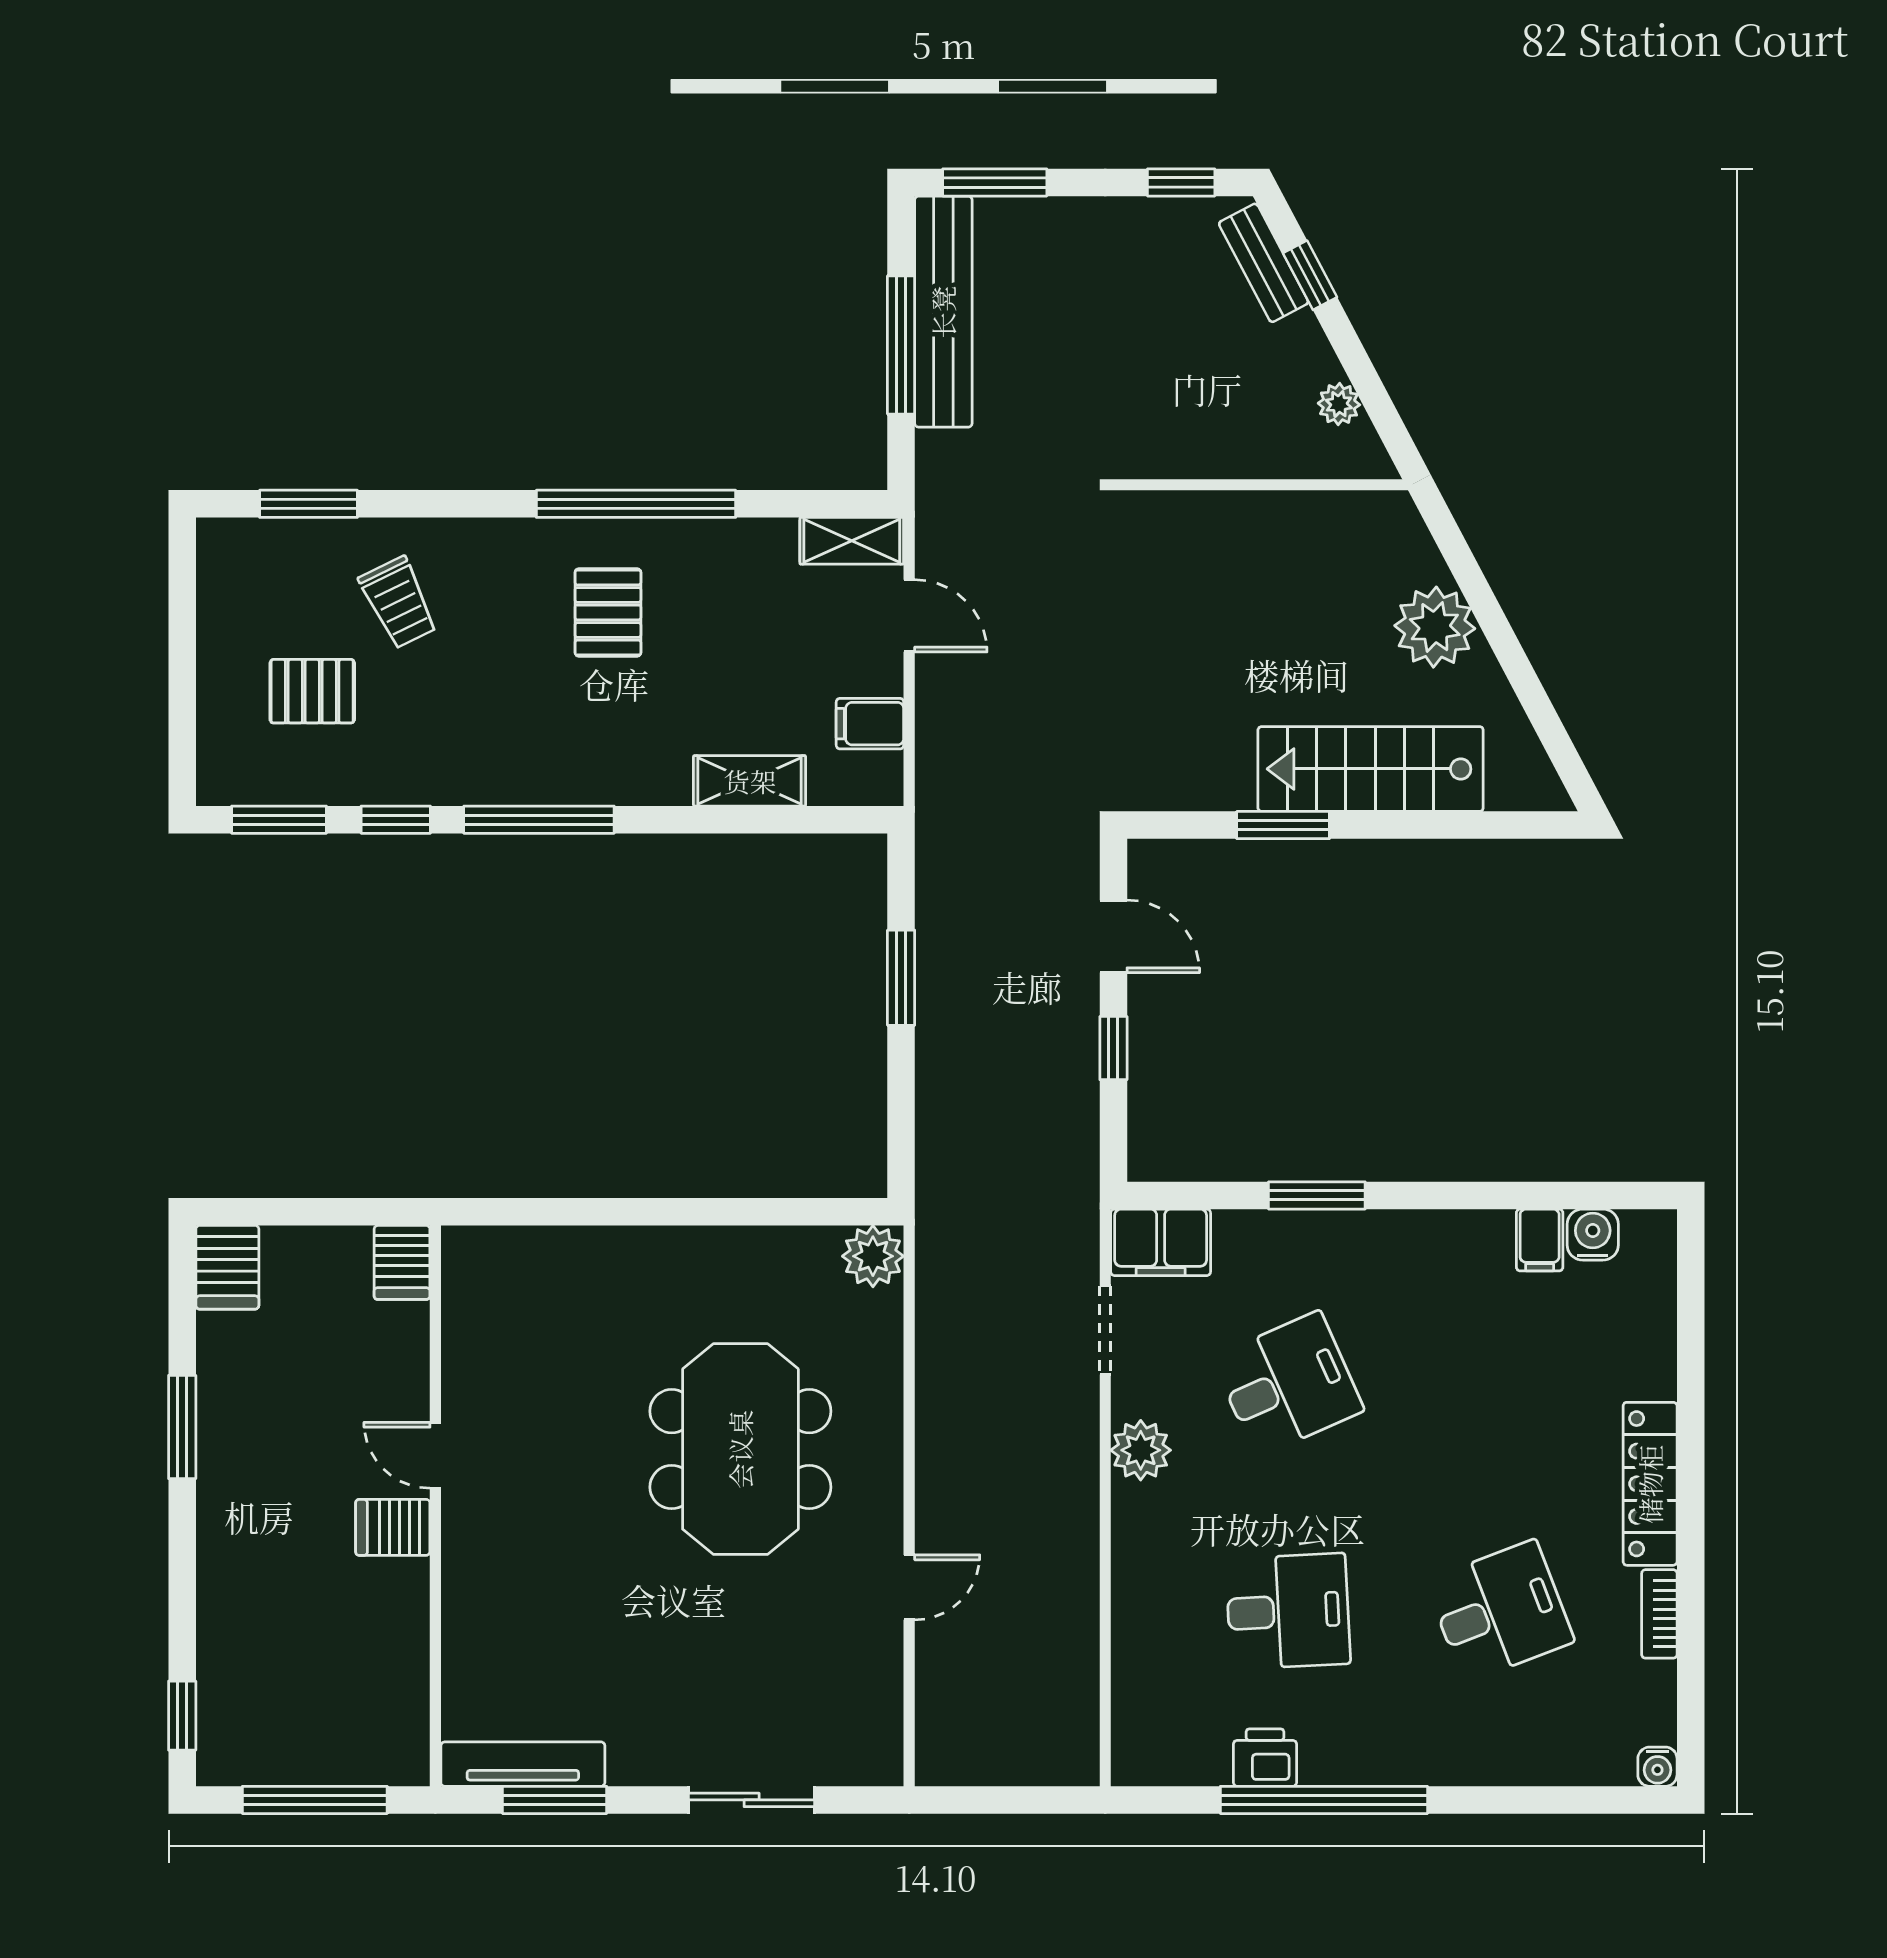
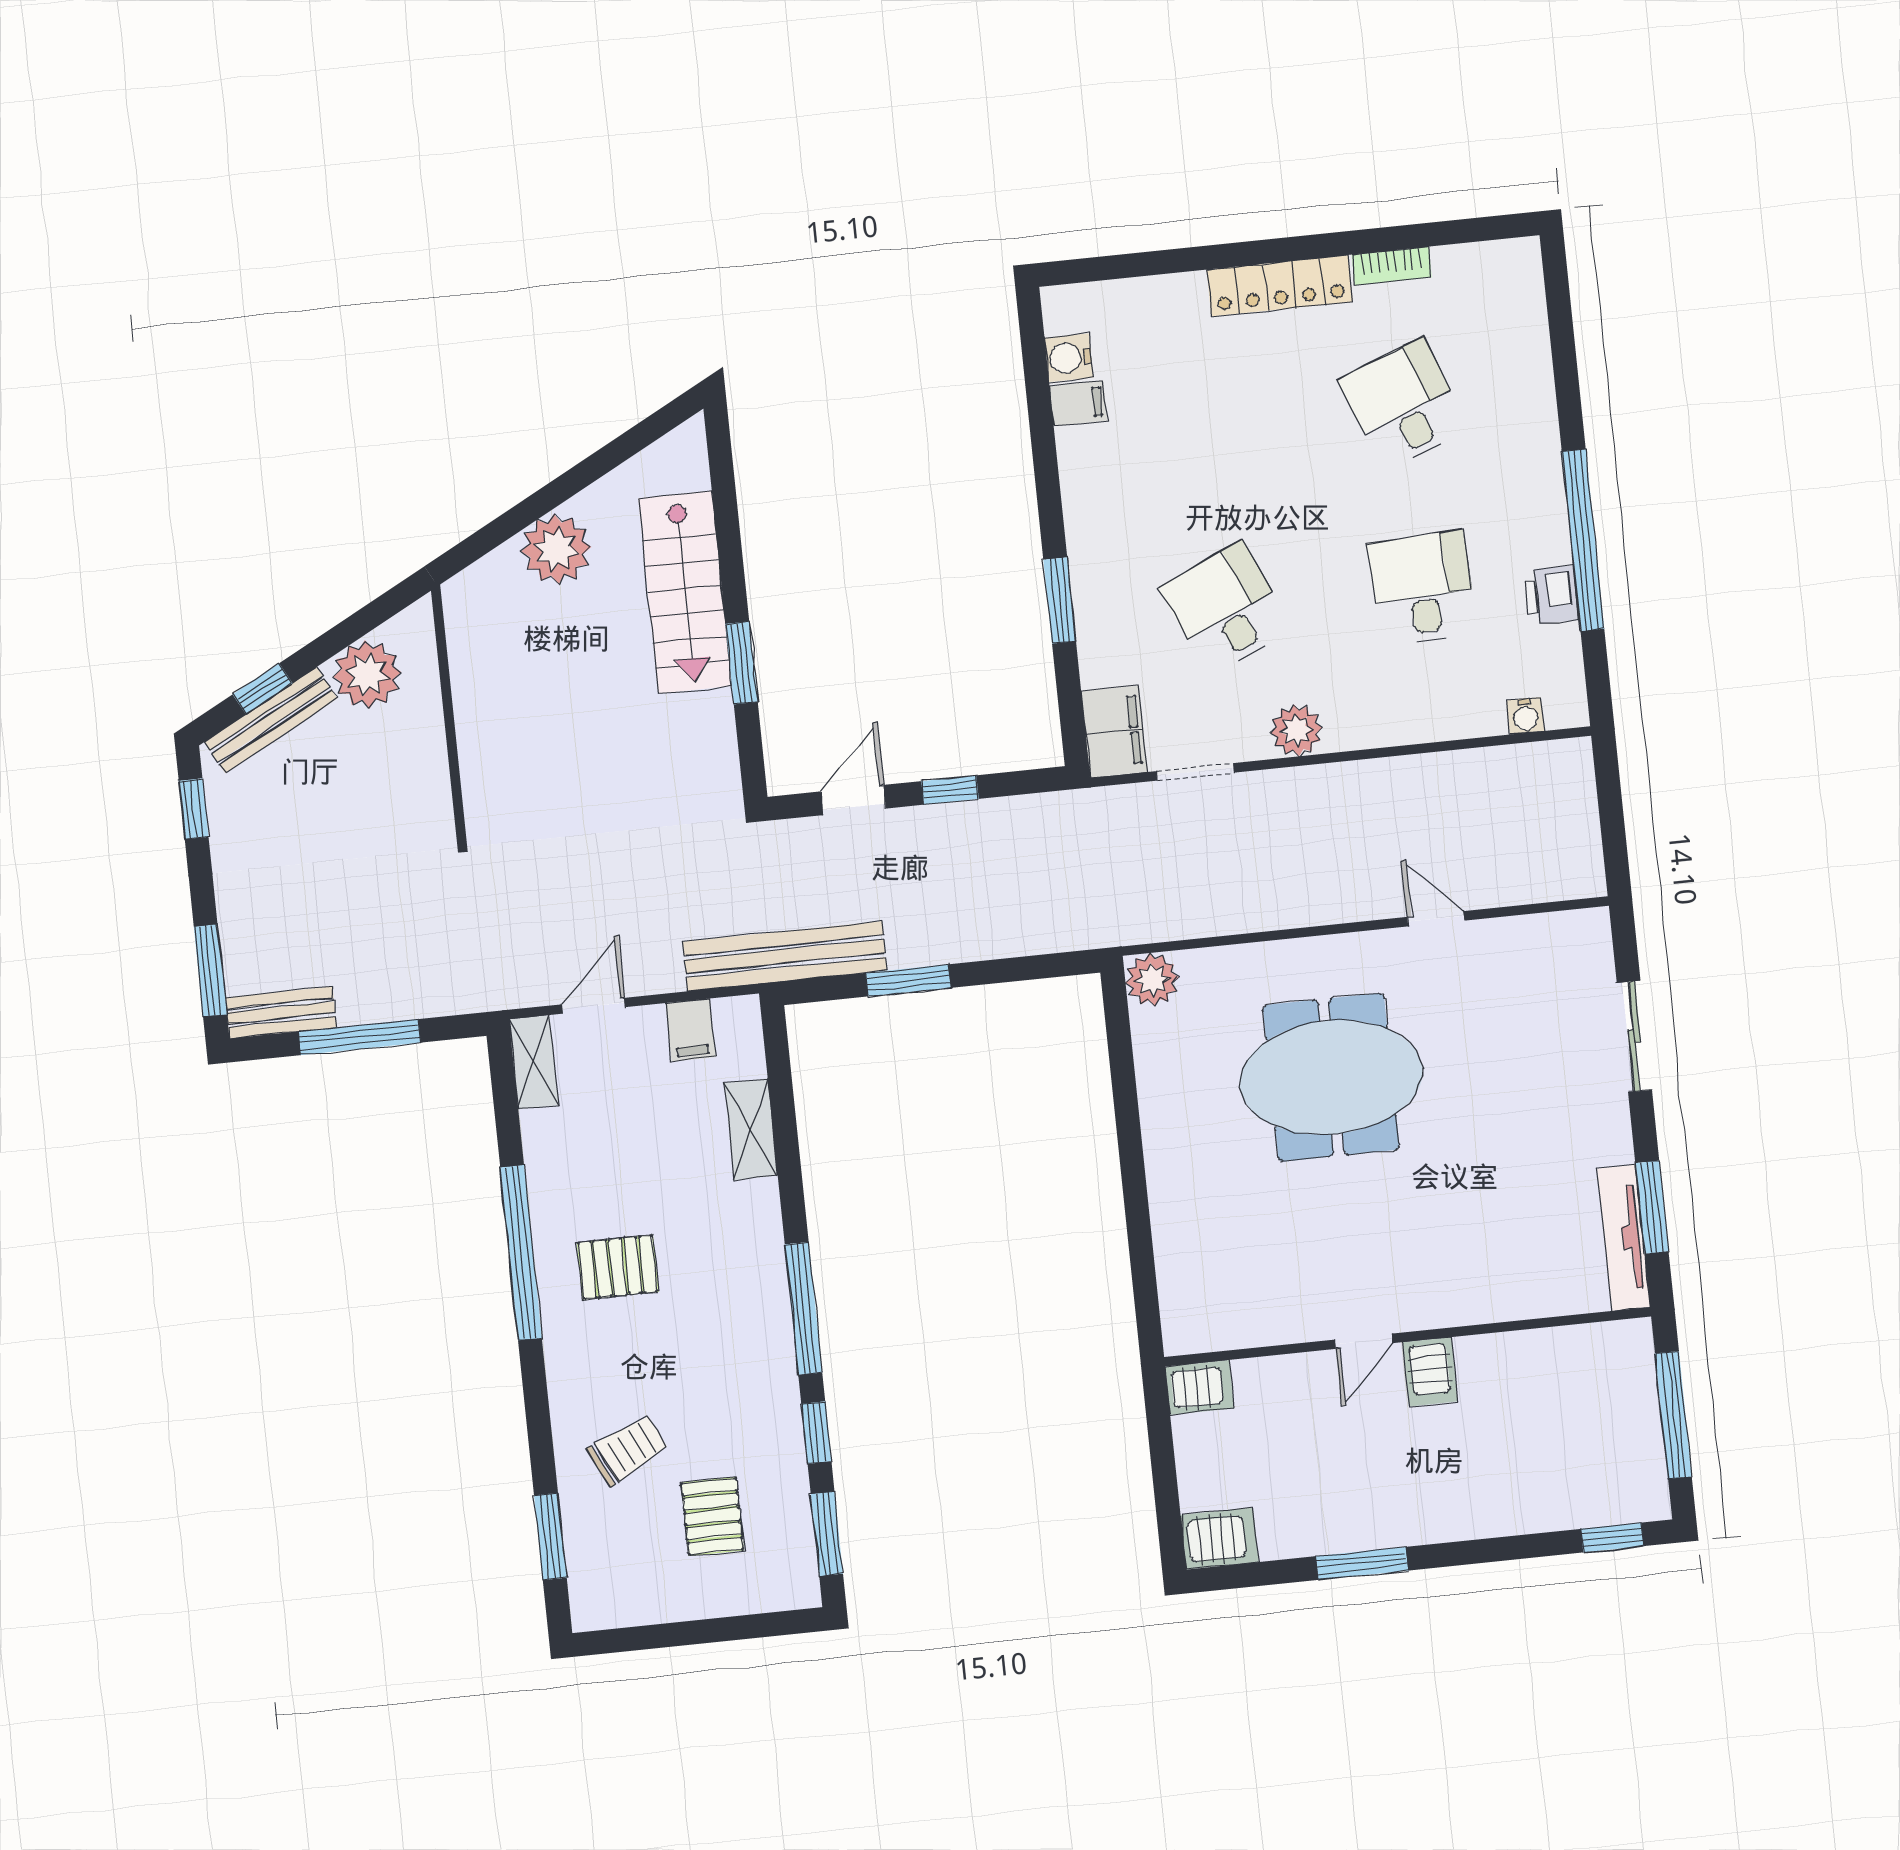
bench: (1264, 263) -> (271, 720), width x1.36
bench: (943, 312) -> (281, 1013), width x0.54, depth x0.82
plant: (1339, 404) -> (367, 674), width x1.88, depth x1.88
bench: (943, 840) -> (785, 956), added
water cooler: (1657, 1767) -> (1525, 716), moved, turned 90

